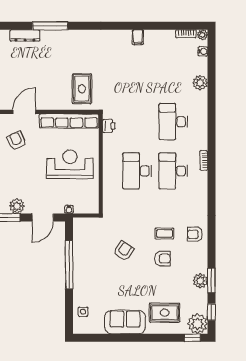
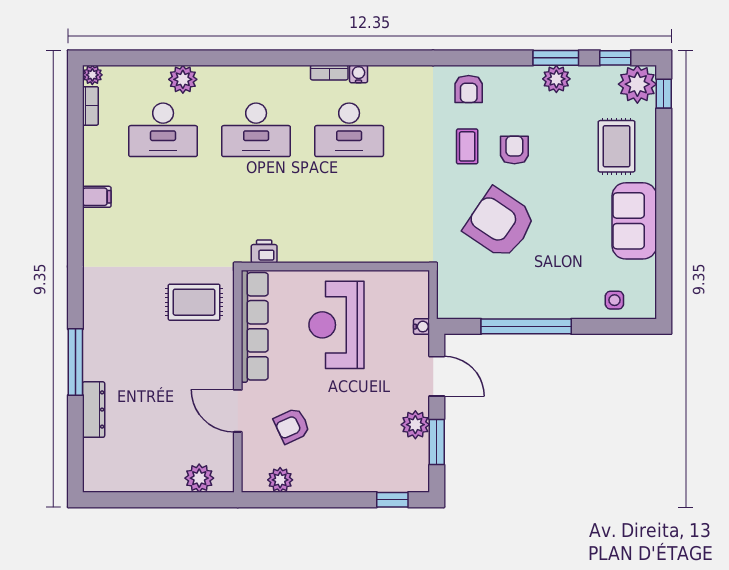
water cooler: (203, 51) -> (359, 74), moved
desk: (137, 171) -> (163, 130), moved
armchair: (124, 251) -> (500, 223), width x1.88, depth x1.88

